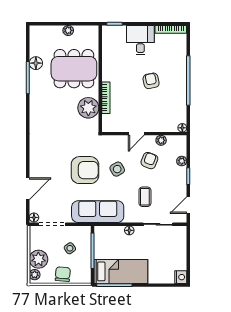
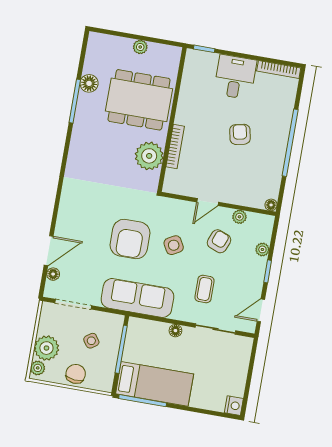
armchair: (85, 170) -> (130, 239), turned 90
floor lamp: (34, 217) -> (53, 274), moved

